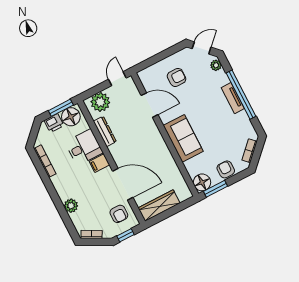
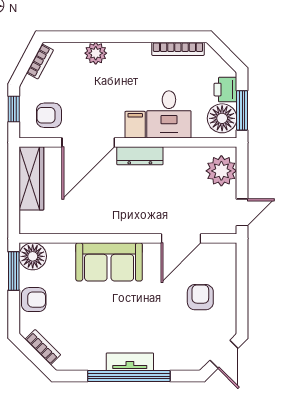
plant: (216, 65) -> (189, 362), removed
armchair: (177, 77) -> (200, 297), turned 180
door: (117, 79) -> (242, 212), hinge flipped
dresser: (105, 131) -> (140, 156), moved

